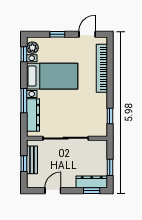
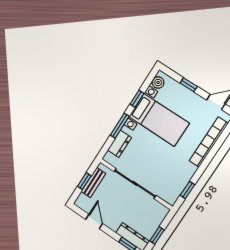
window: (24, 54) -> (137, 99), moved
dresser: (33, 115) -> (119, 144), width x0.70
door: (53, 191) -> (94, 221), hinge flipped

